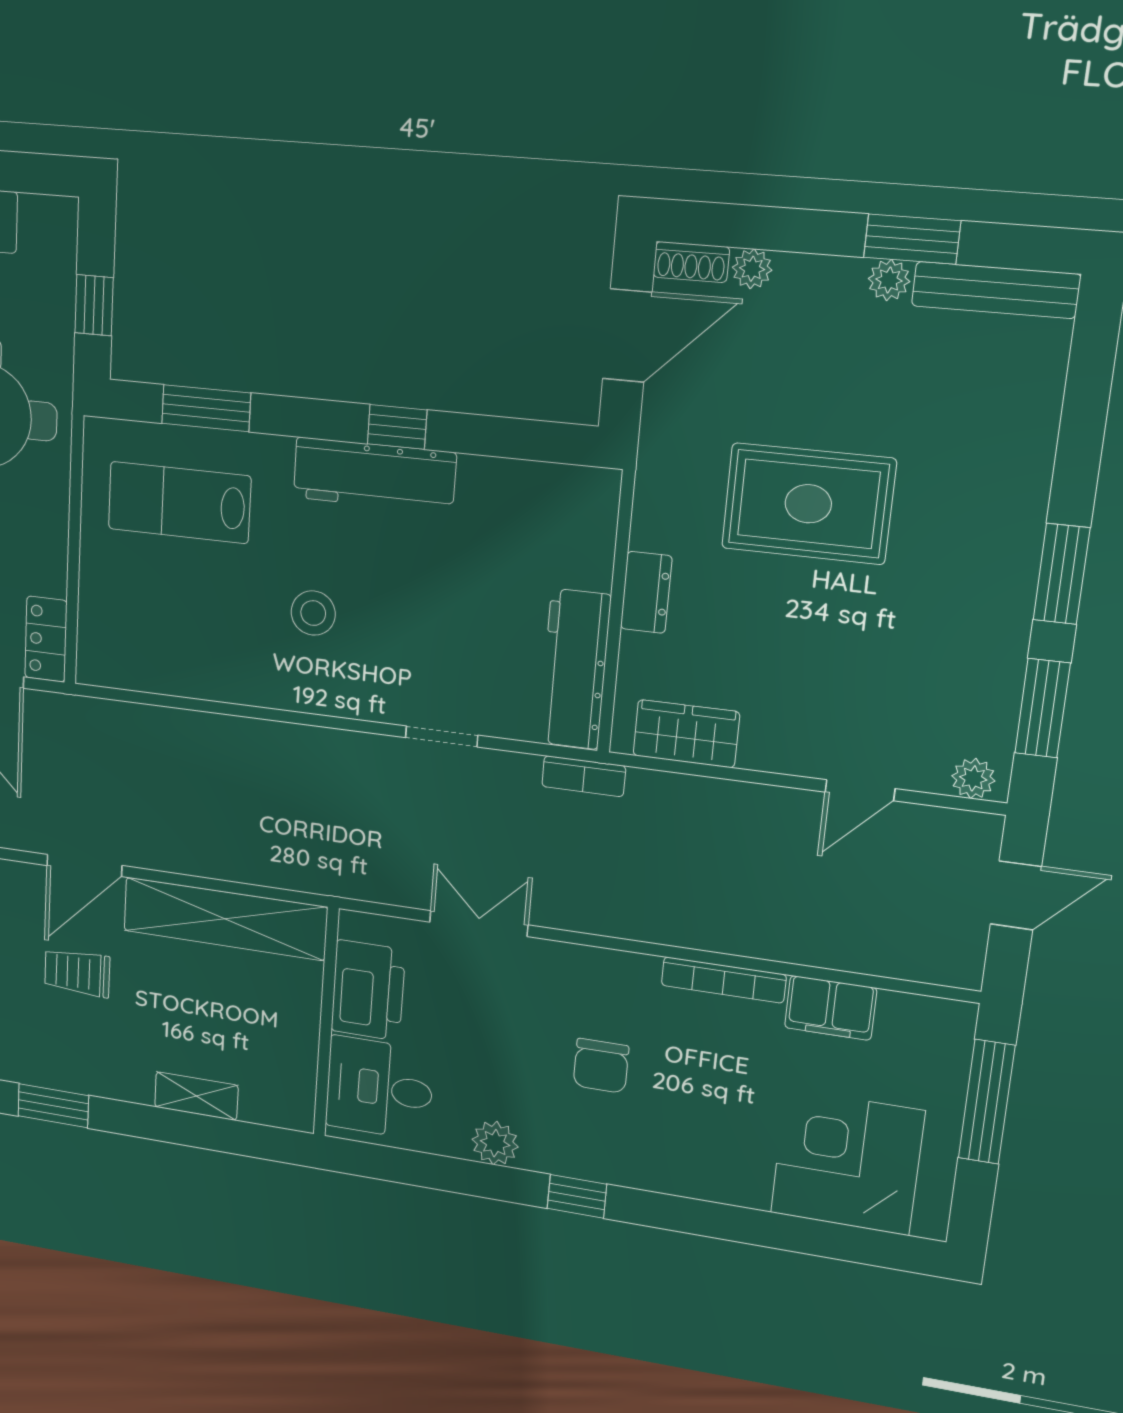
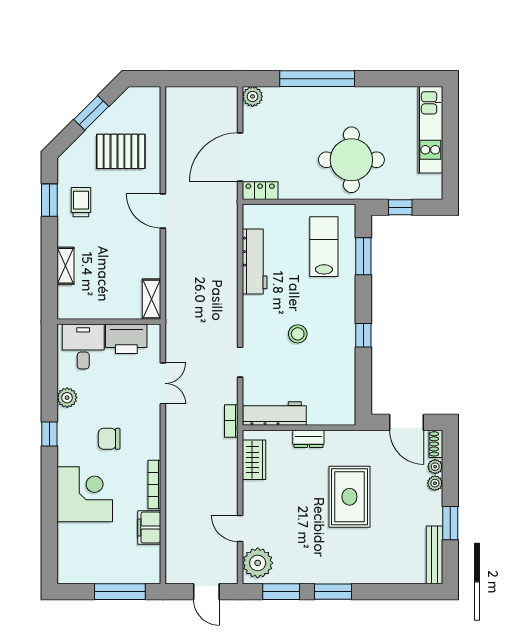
plant: (889, 280) -> (435, 483), moved
workbench: (374, 475) -> (255, 261), moved, turned 180
stool: (313, 613) -> (298, 334), moved
plant: (973, 778) -> (258, 563), width x1.87, depth x1.87
shelving: (225, 919) -> (151, 299), width x0.45, depth x0.75
trolley: (77, 973) -> (81, 202), moved
corner desk: (847, 1162) -> (85, 494), moved

